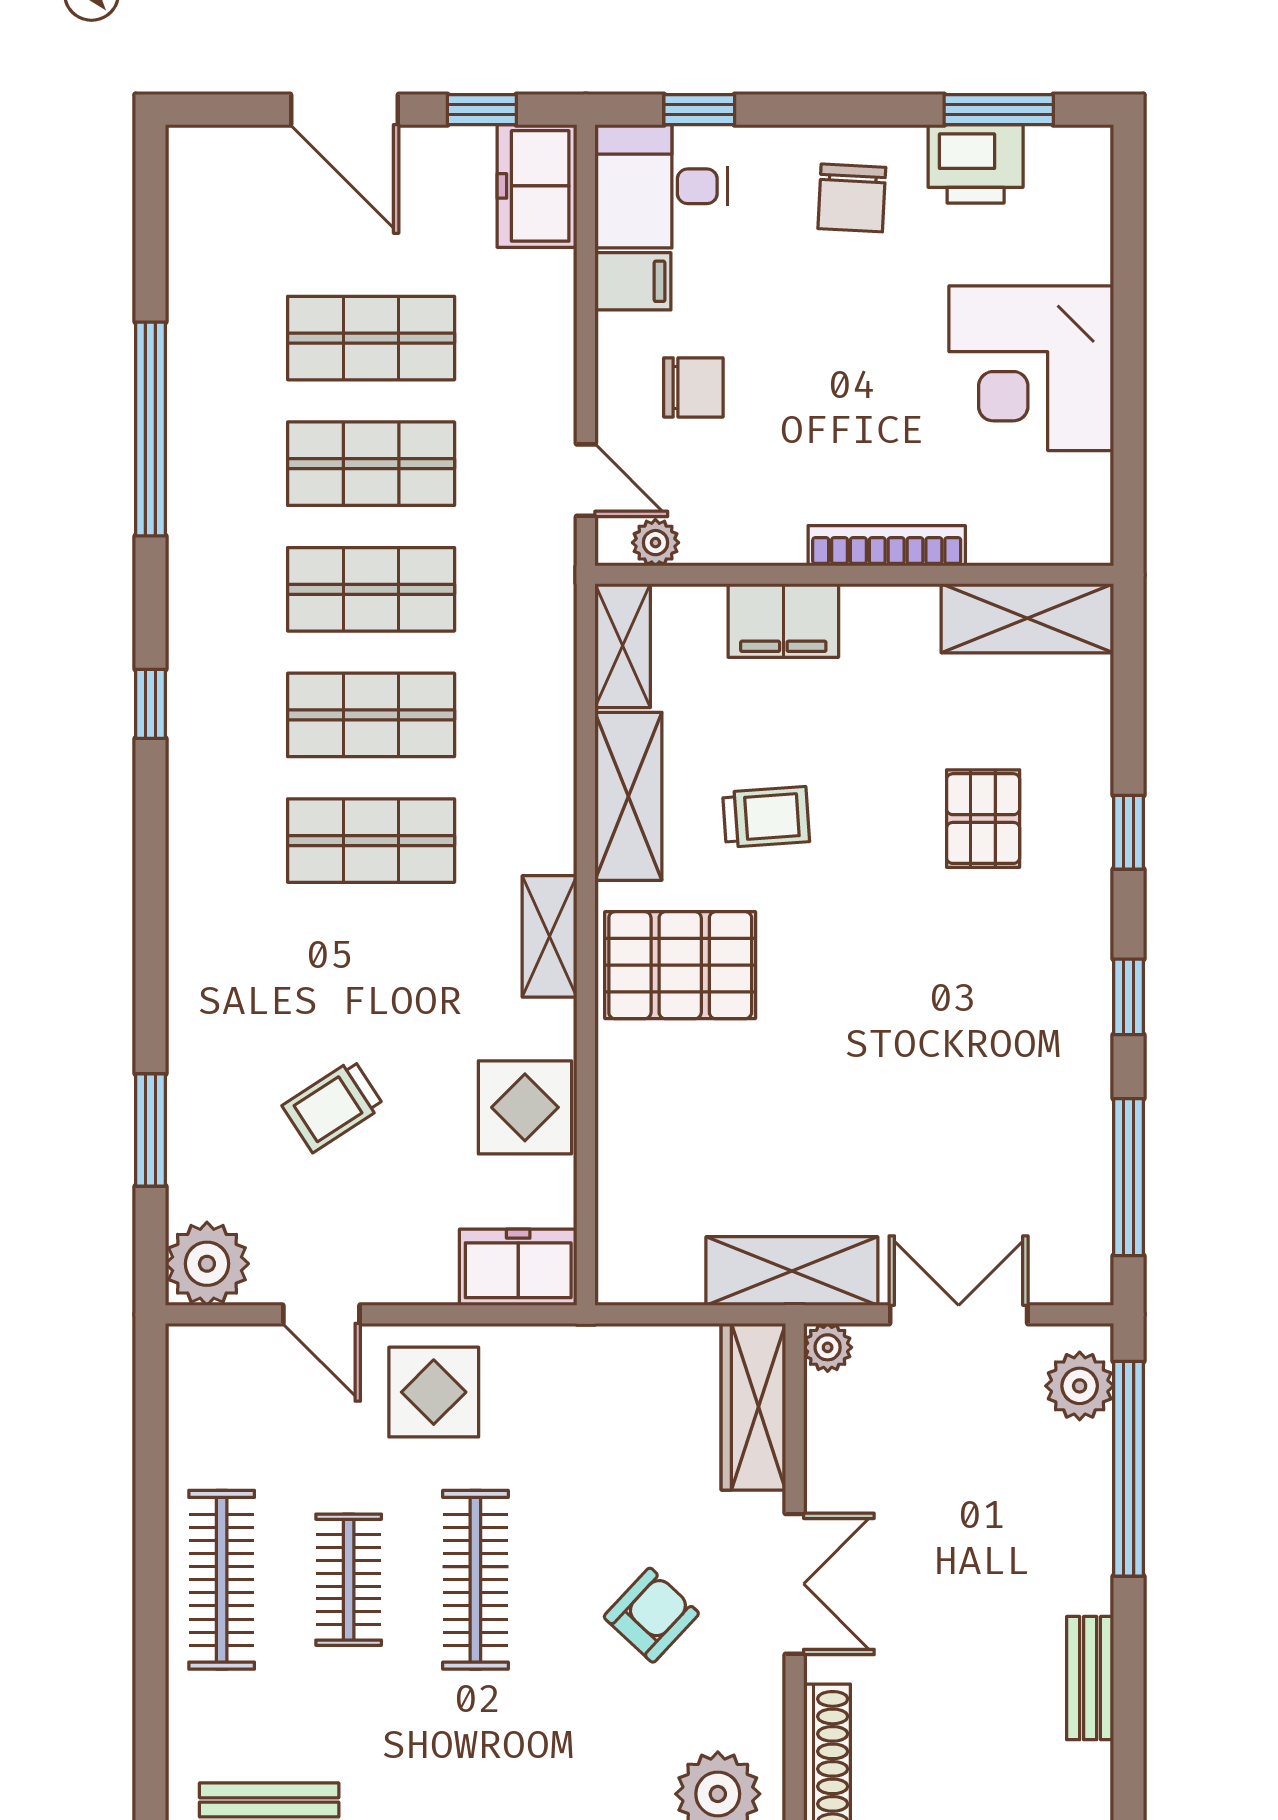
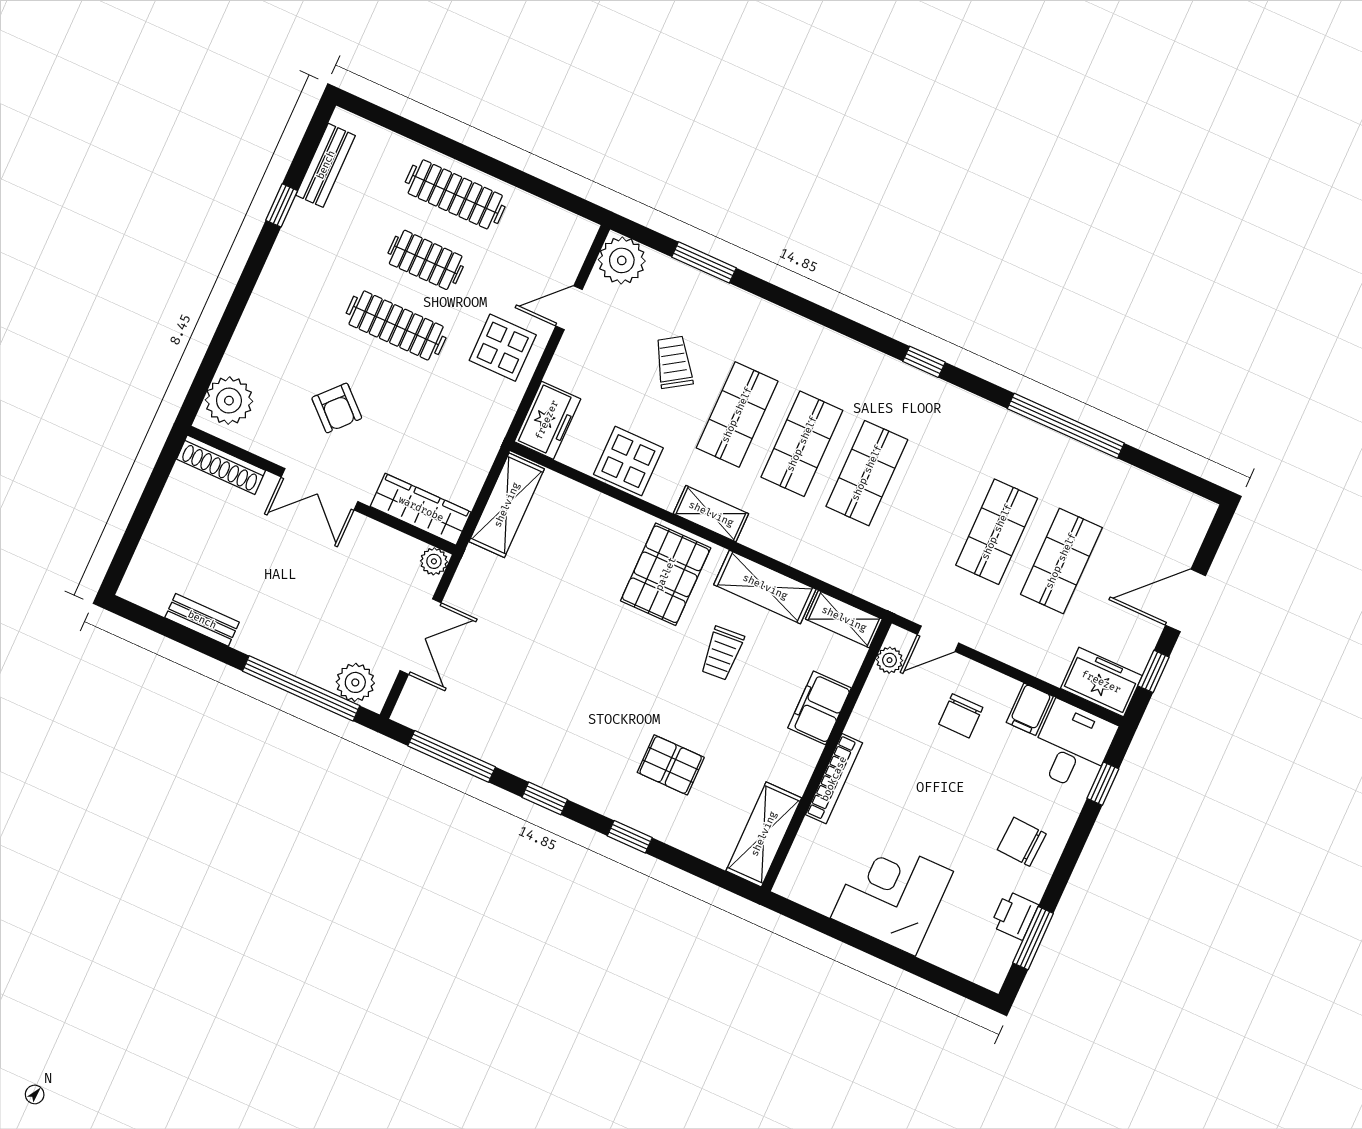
printer: (976, 164) -> (1014, 915), width x0.73, depth x0.81
shop shelf: (371, 589) -> (737, 415), moved
shelving: (792, 1271) -> (507, 505), moved

